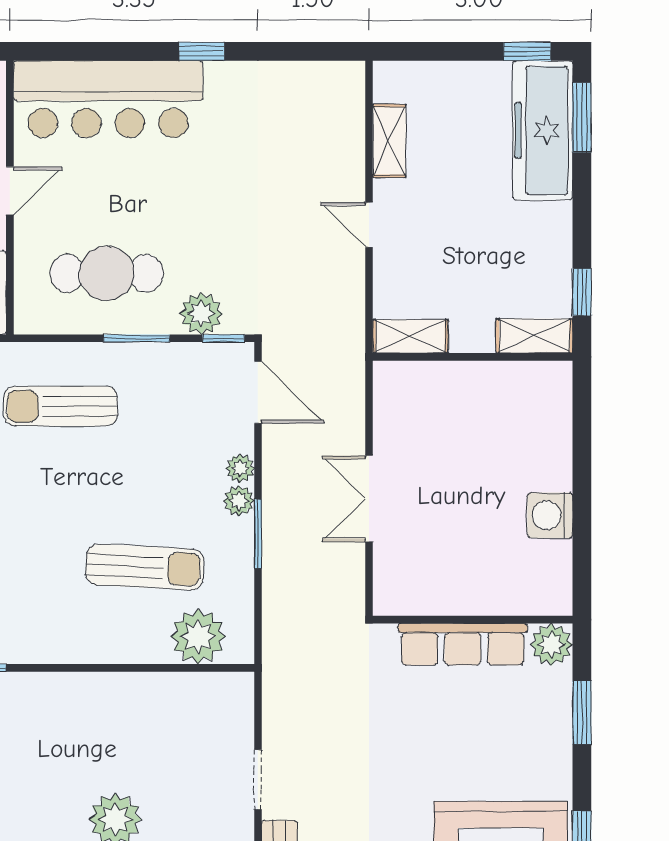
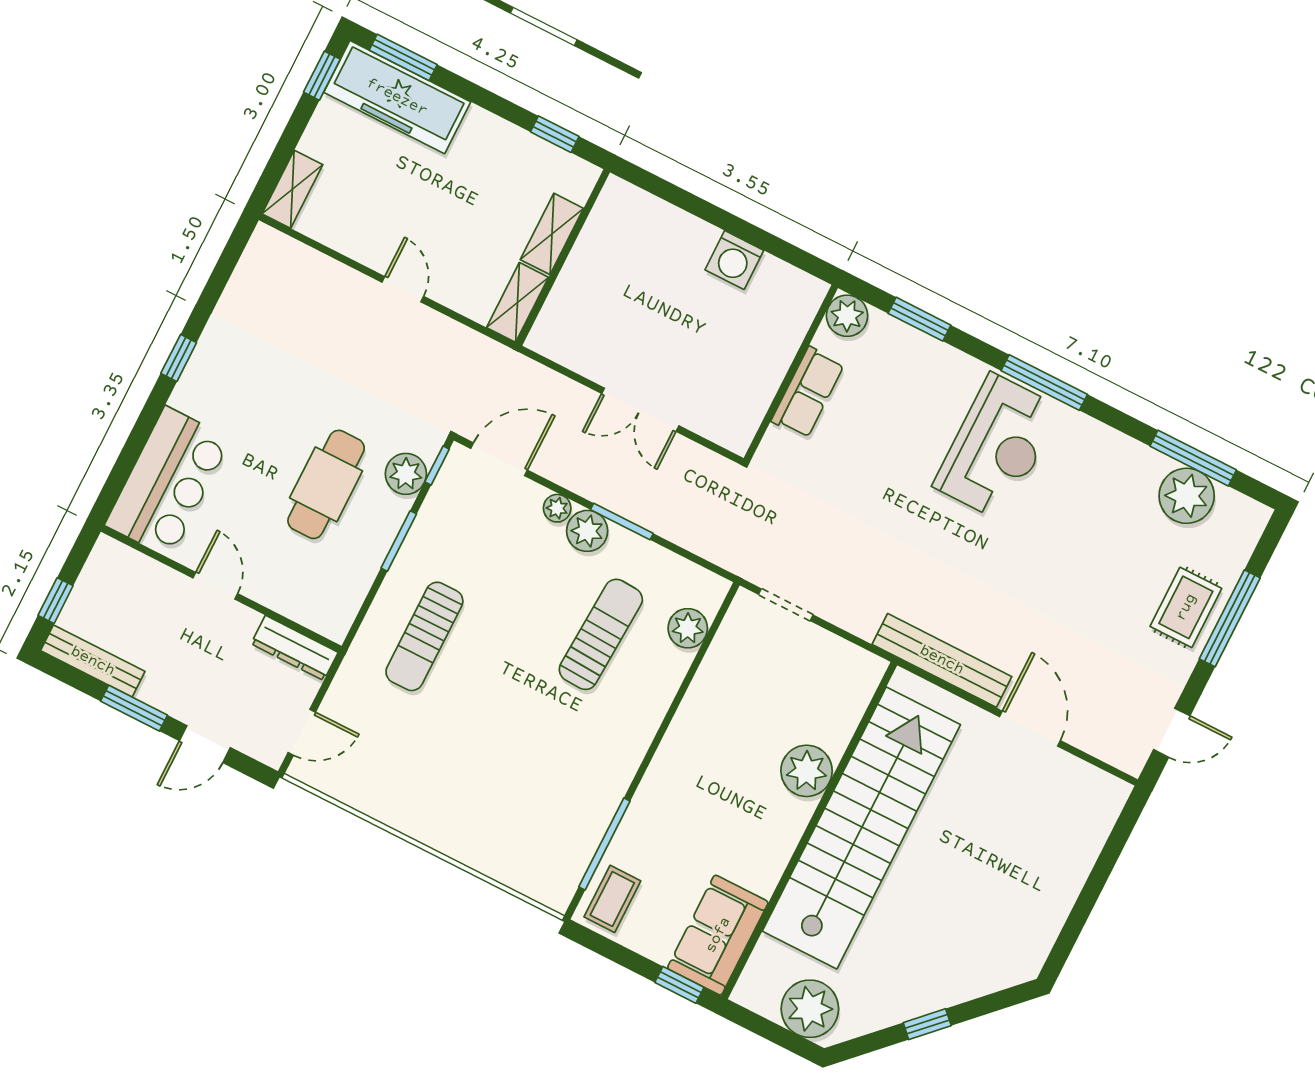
bar counter: (108, 99) -> (168, 482), width x0.73
shelving: (389, 141) -> (292, 189), moved, turned 90
door: (369, 225) -> (403, 289), swing flipped
cafe table: (107, 273) -> (326, 484), moved
shelving: (534, 336) -> (552, 234), moved
plant: (239, 501) -> (587, 531), width x1.38, depth x1.38
plant: (198, 637) -> (688, 628), width x0.73, depth x0.73
row of seats: (463, 644) -> (808, 393), width x0.68
doorway: (258, 780) -> (786, 605), moved

